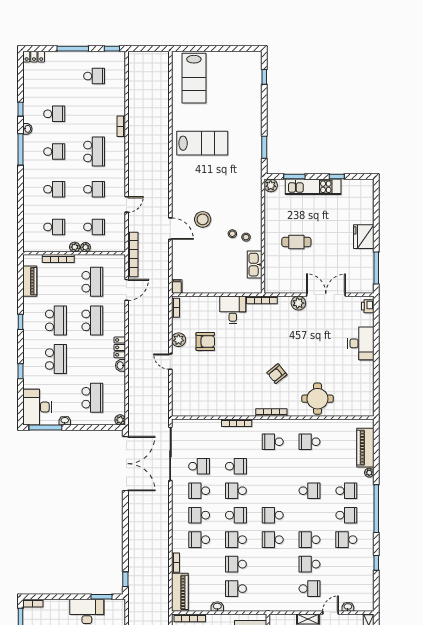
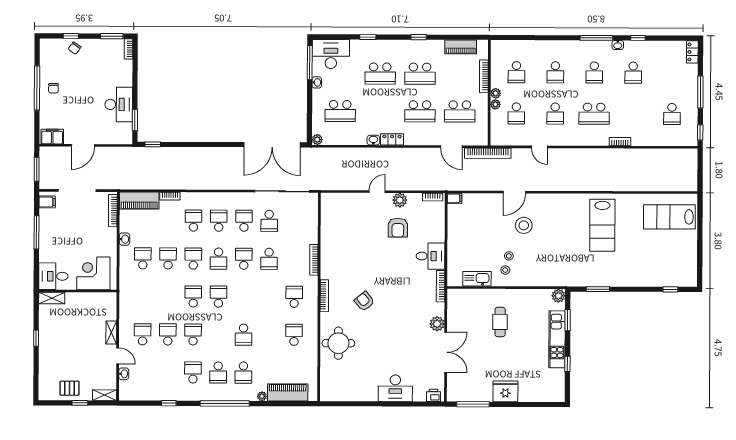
school desk: (310, 589) -> (143, 334), turned 180

